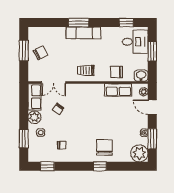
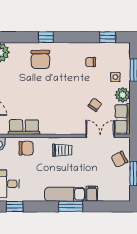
filing cabinet: (61, 33) -> (92, 194), added
chair: (41, 53) -> (119, 159), moved

